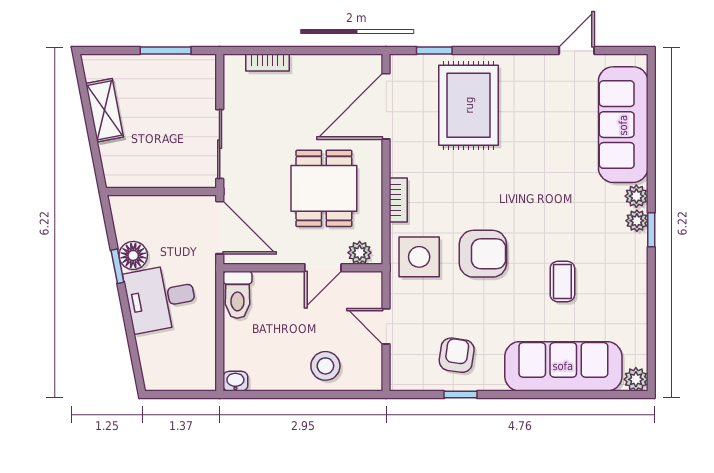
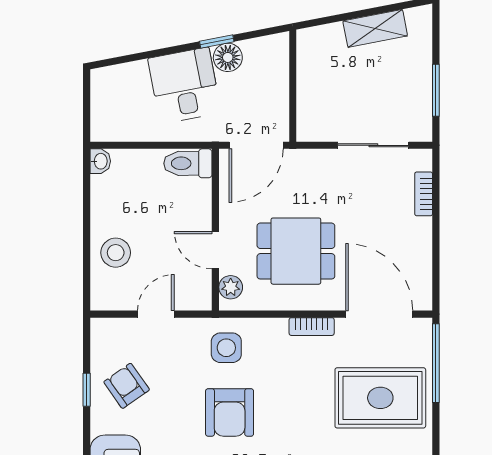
window: (434, 51) -> (436, 363), width x2.17
sliding door: (220, 144) -> (373, 145), moved
bookcase: (398, 200) -> (312, 327), moved
side table: (419, 257) -> (226, 348), width x0.73, depth x0.73
armchair: (457, 355) -> (127, 386), turned -133

